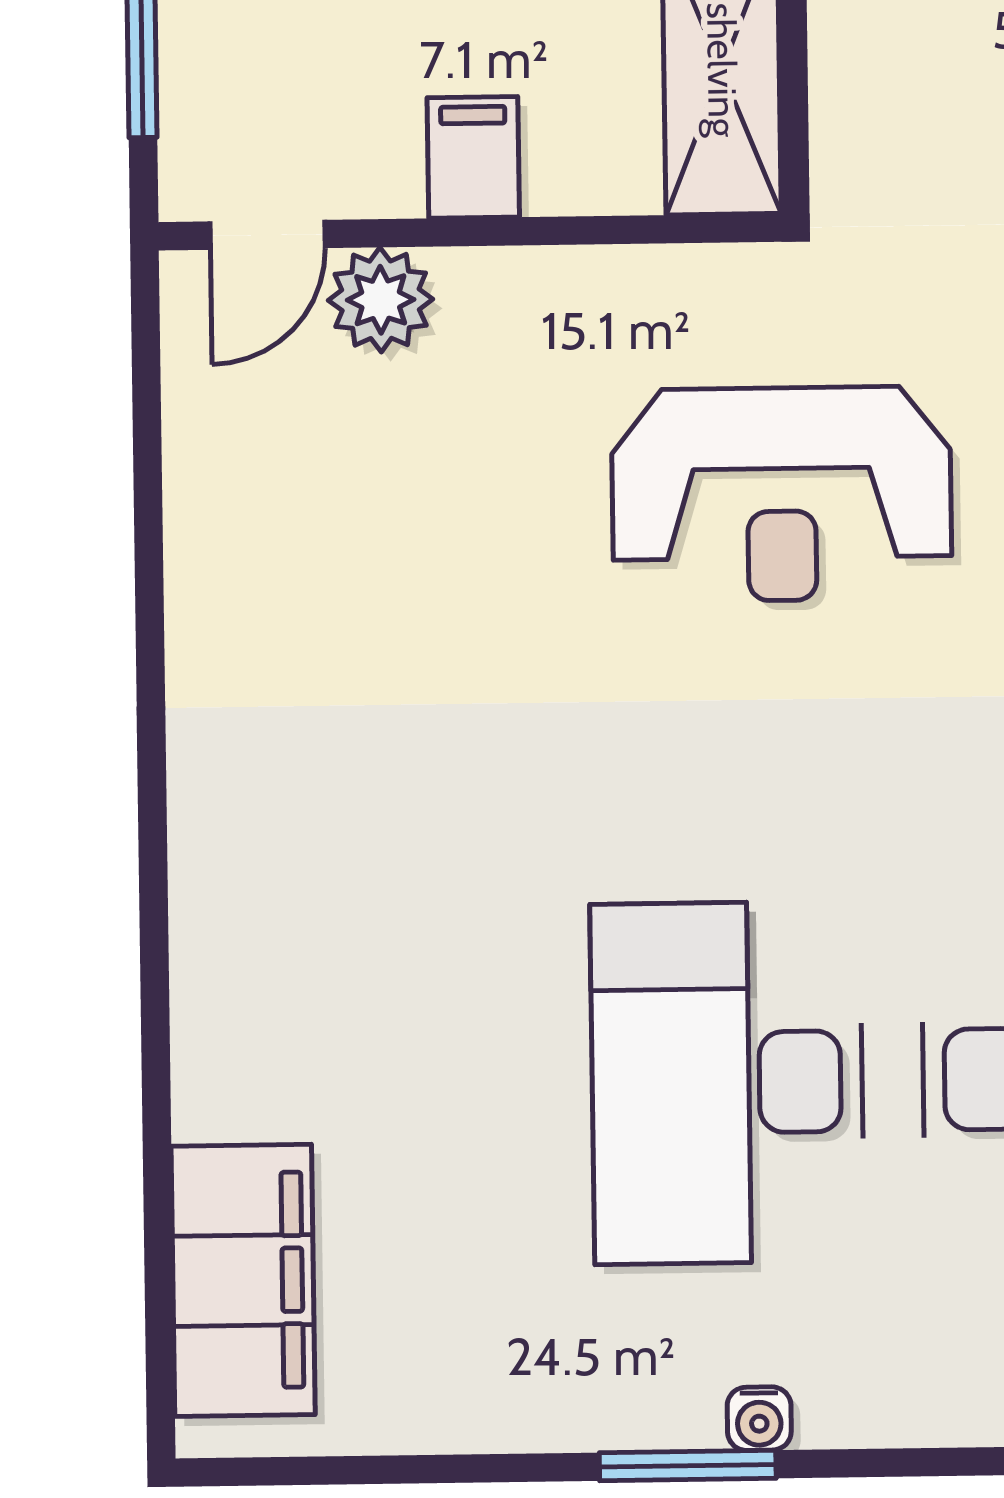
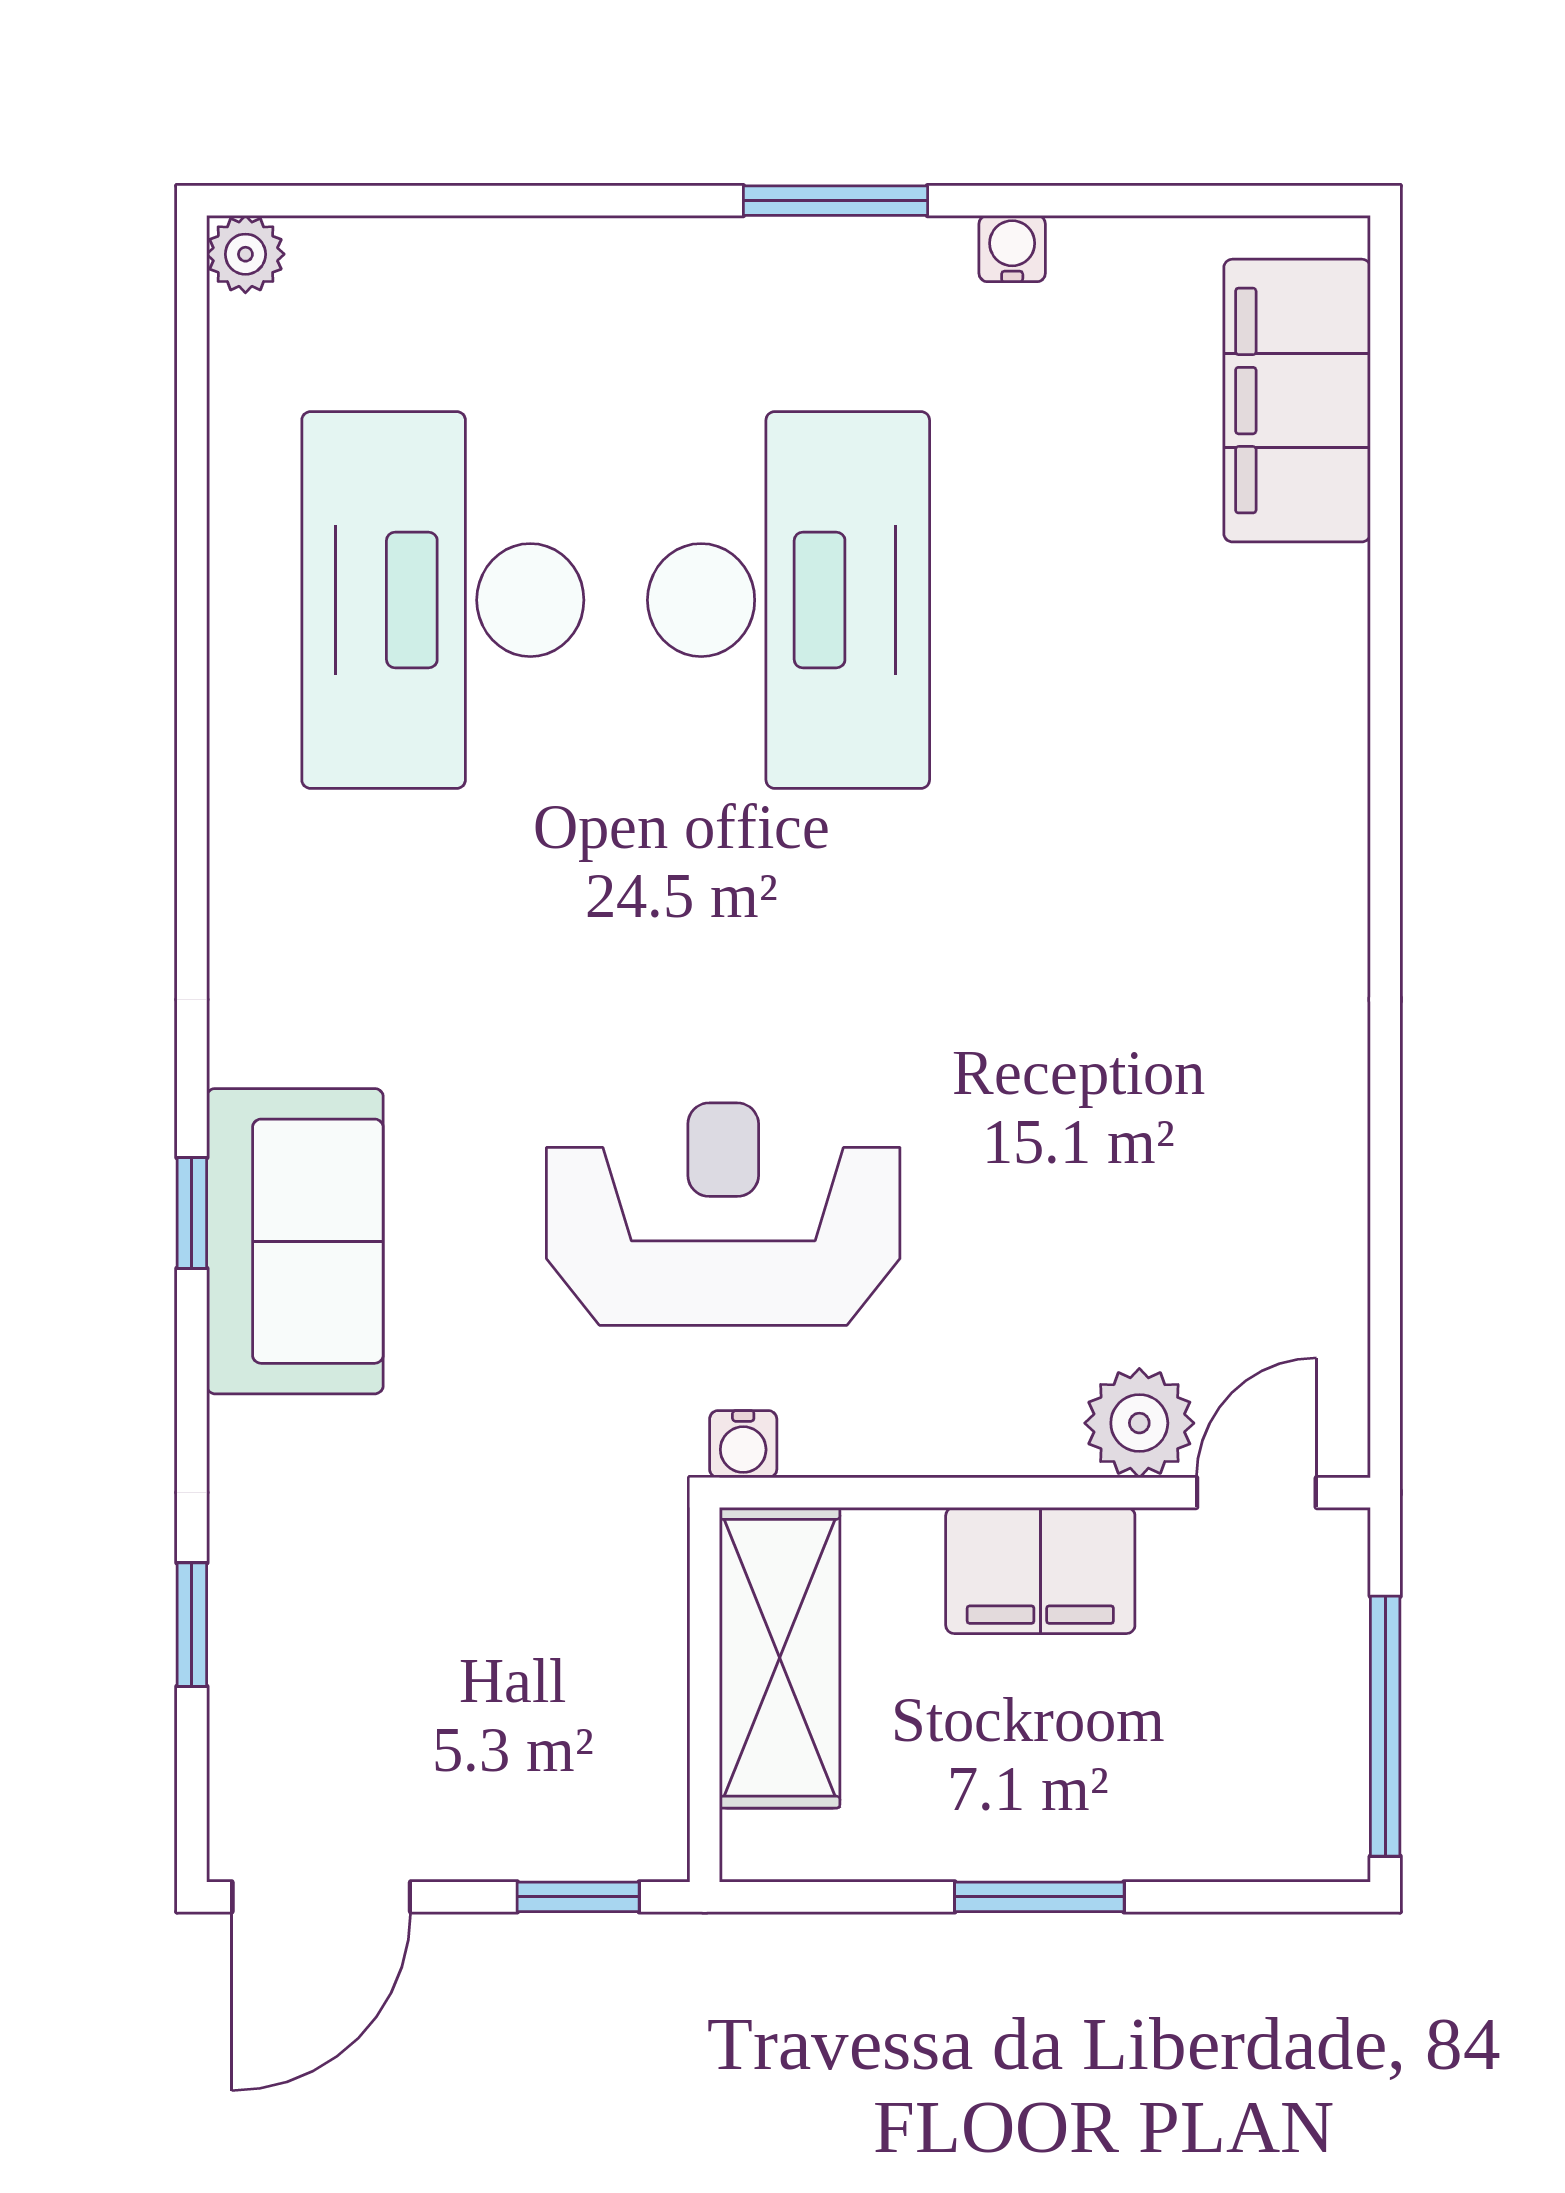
filing cabinet: (473, 157) -> (1040, 1570), width x2.00
water cooler: (759, 274) -> (743, 1444), added
water cooler: (759, 1419) -> (1012, 249), moved

